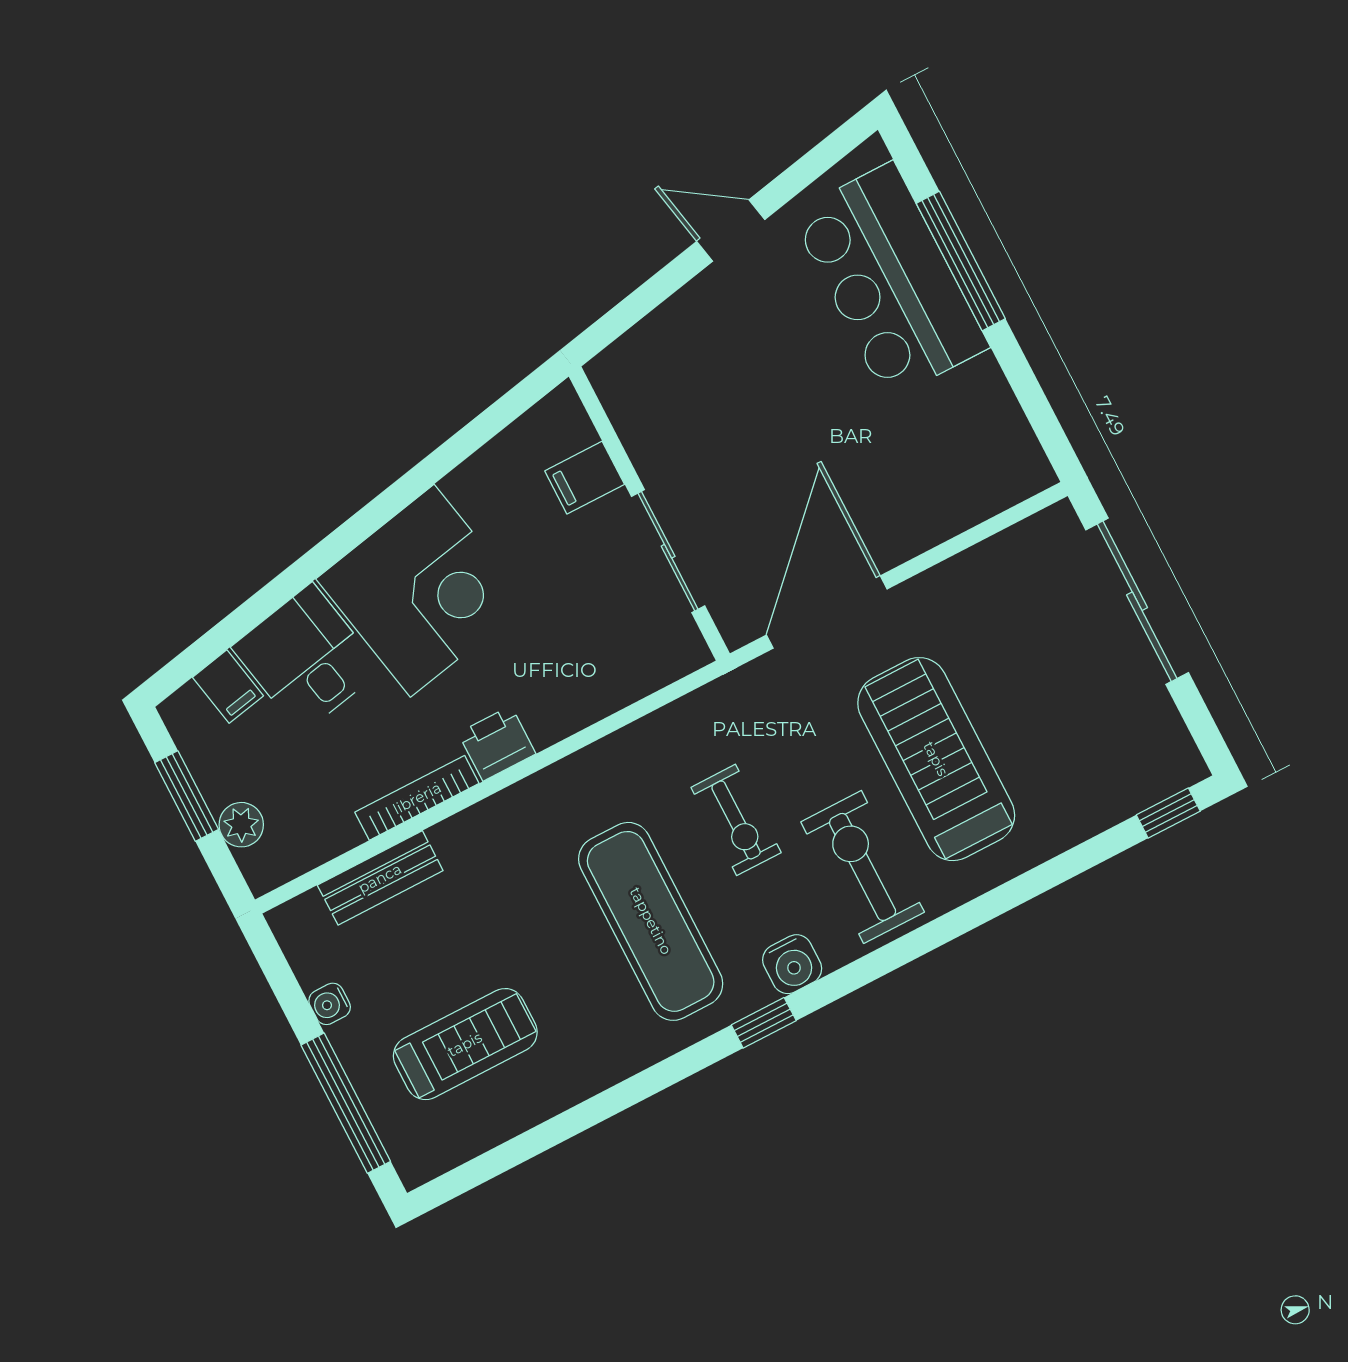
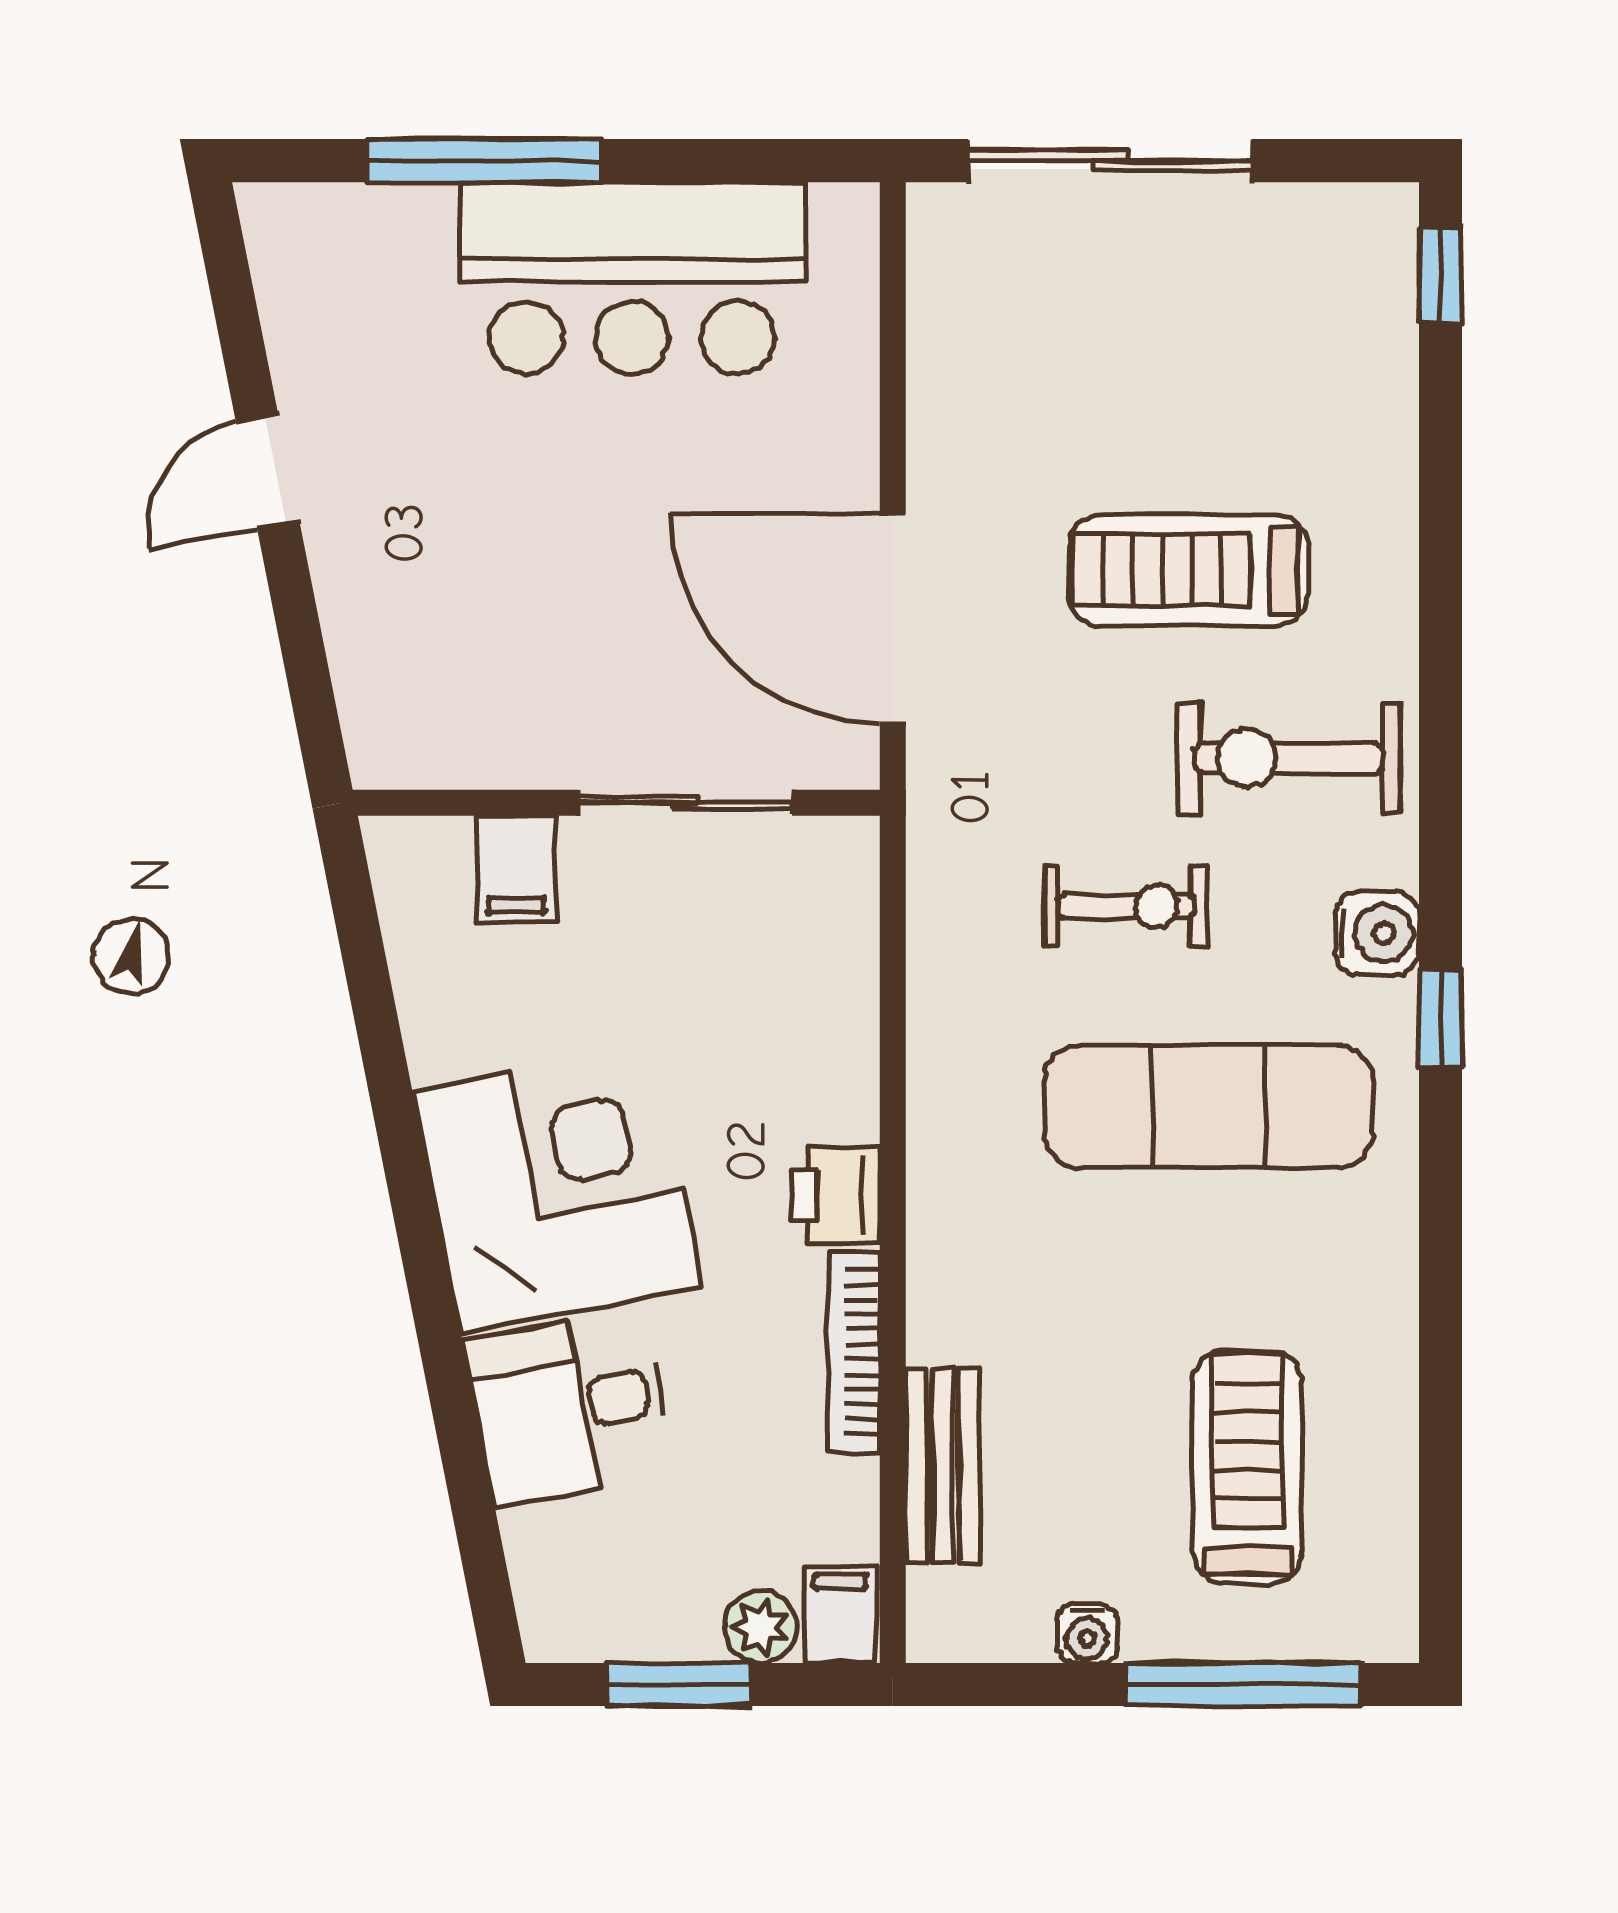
bar counter: (890, 281) -> (632, 278), moved
filing cabinet: (228, 687) -> (840, 1615), moved, turned -79
treadmill: (936, 759) -> (1188, 570), width x0.73, depth x0.73

